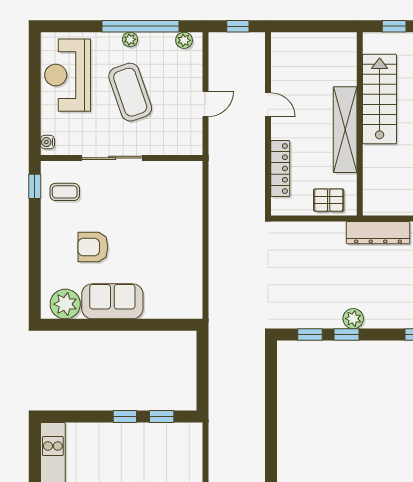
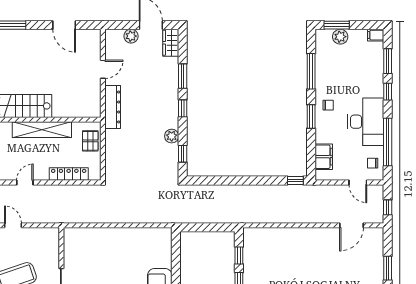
door: (206, 104) -> (13, 225), moved
plant: (353, 319) -> (172, 136), moved
window: (346, 335) -> (183, 108), moved

